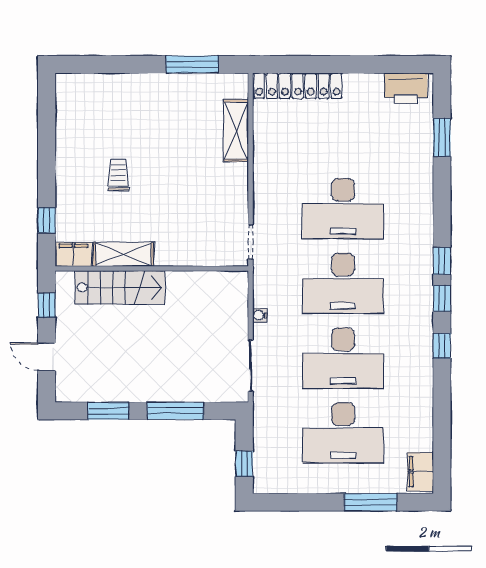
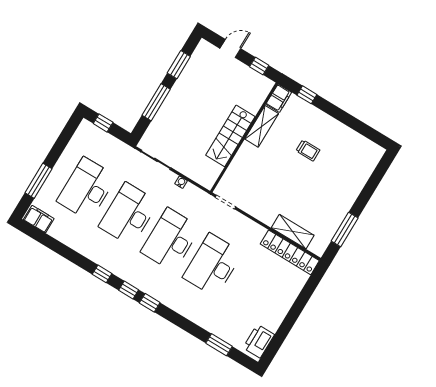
locker: (298, 86) -> (290, 252), moved, turned -90
stairs: (120, 288) -> (230, 136), moved

